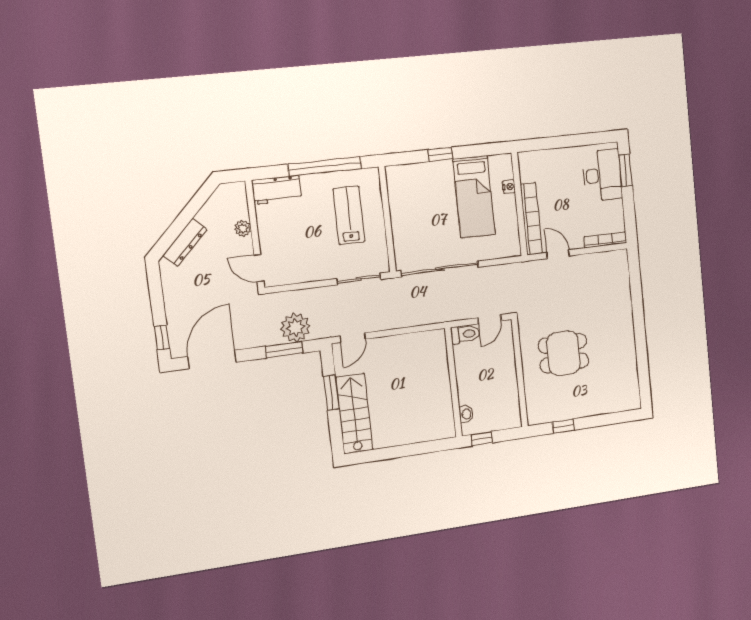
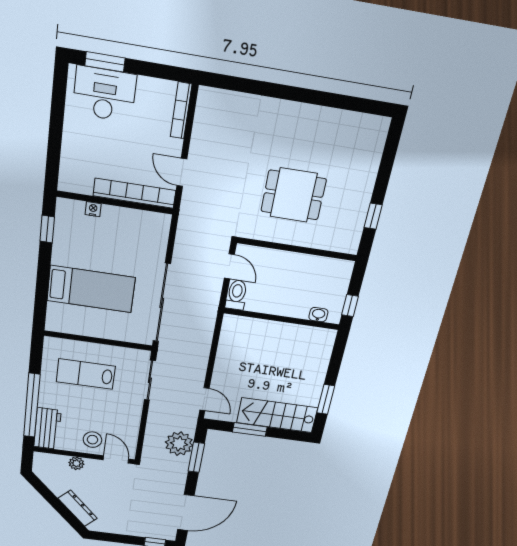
window: (440, 154) -> (47, 229), moved
window: (325, 166) -> (32, 406), moved
bed: (474, 197) -> (91, 289), moved
stool: (276, 239) -> (92, 440), added
door: (558, 254) -> (182, 172), hinge flipped
door: (259, 268) -> (116, 459), swing flipped
dining table: (563, 353) -> (294, 195), turned 90
door: (212, 359) -> (186, 513), swing flipped
window: (384, 454) -> (326, 399), added

